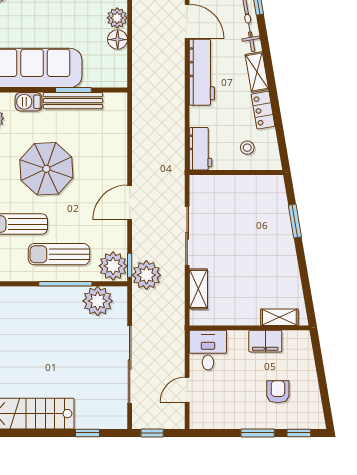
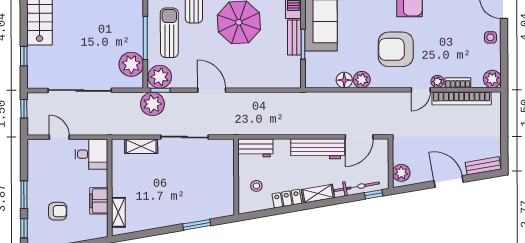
bench: (73, 101) -> (294, 37), width x0.73

